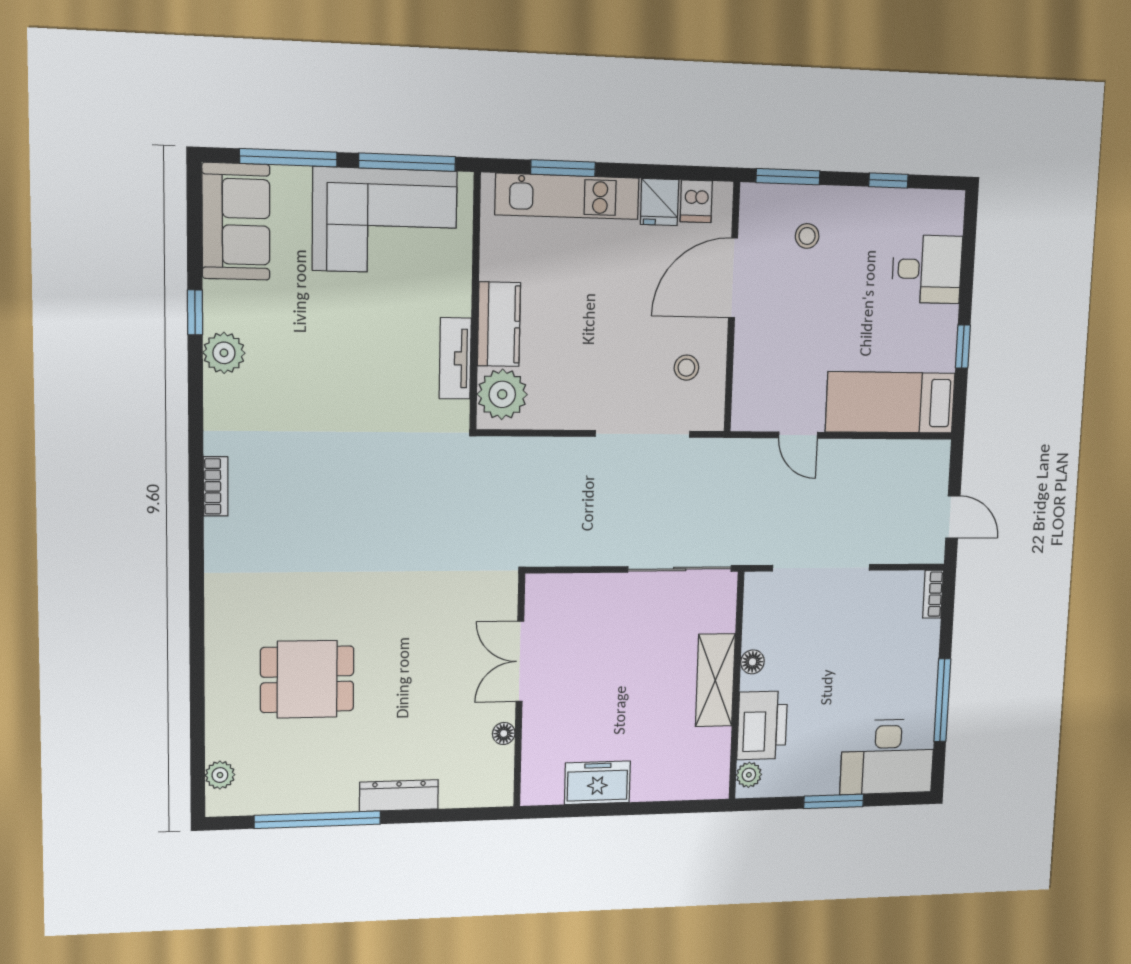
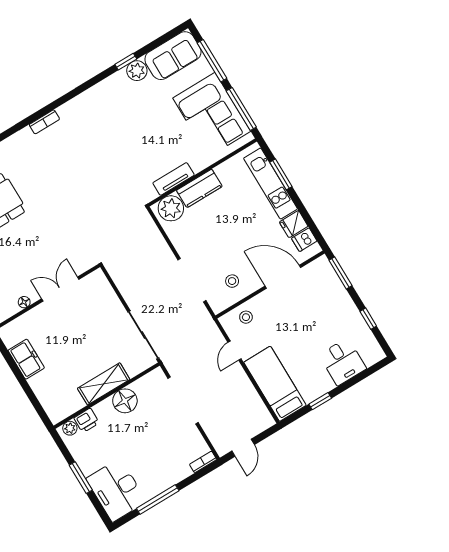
stool: (807, 236) -> (246, 317), moved
plant: (224, 353) -> (137, 71), moved
bookcase: (216, 486) -> (44, 122), moved
floor lamp: (752, 662) -> (125, 401), width x1.89, depth x1.89
printer: (762, 725) -> (87, 420), width x0.53, depth x0.68

